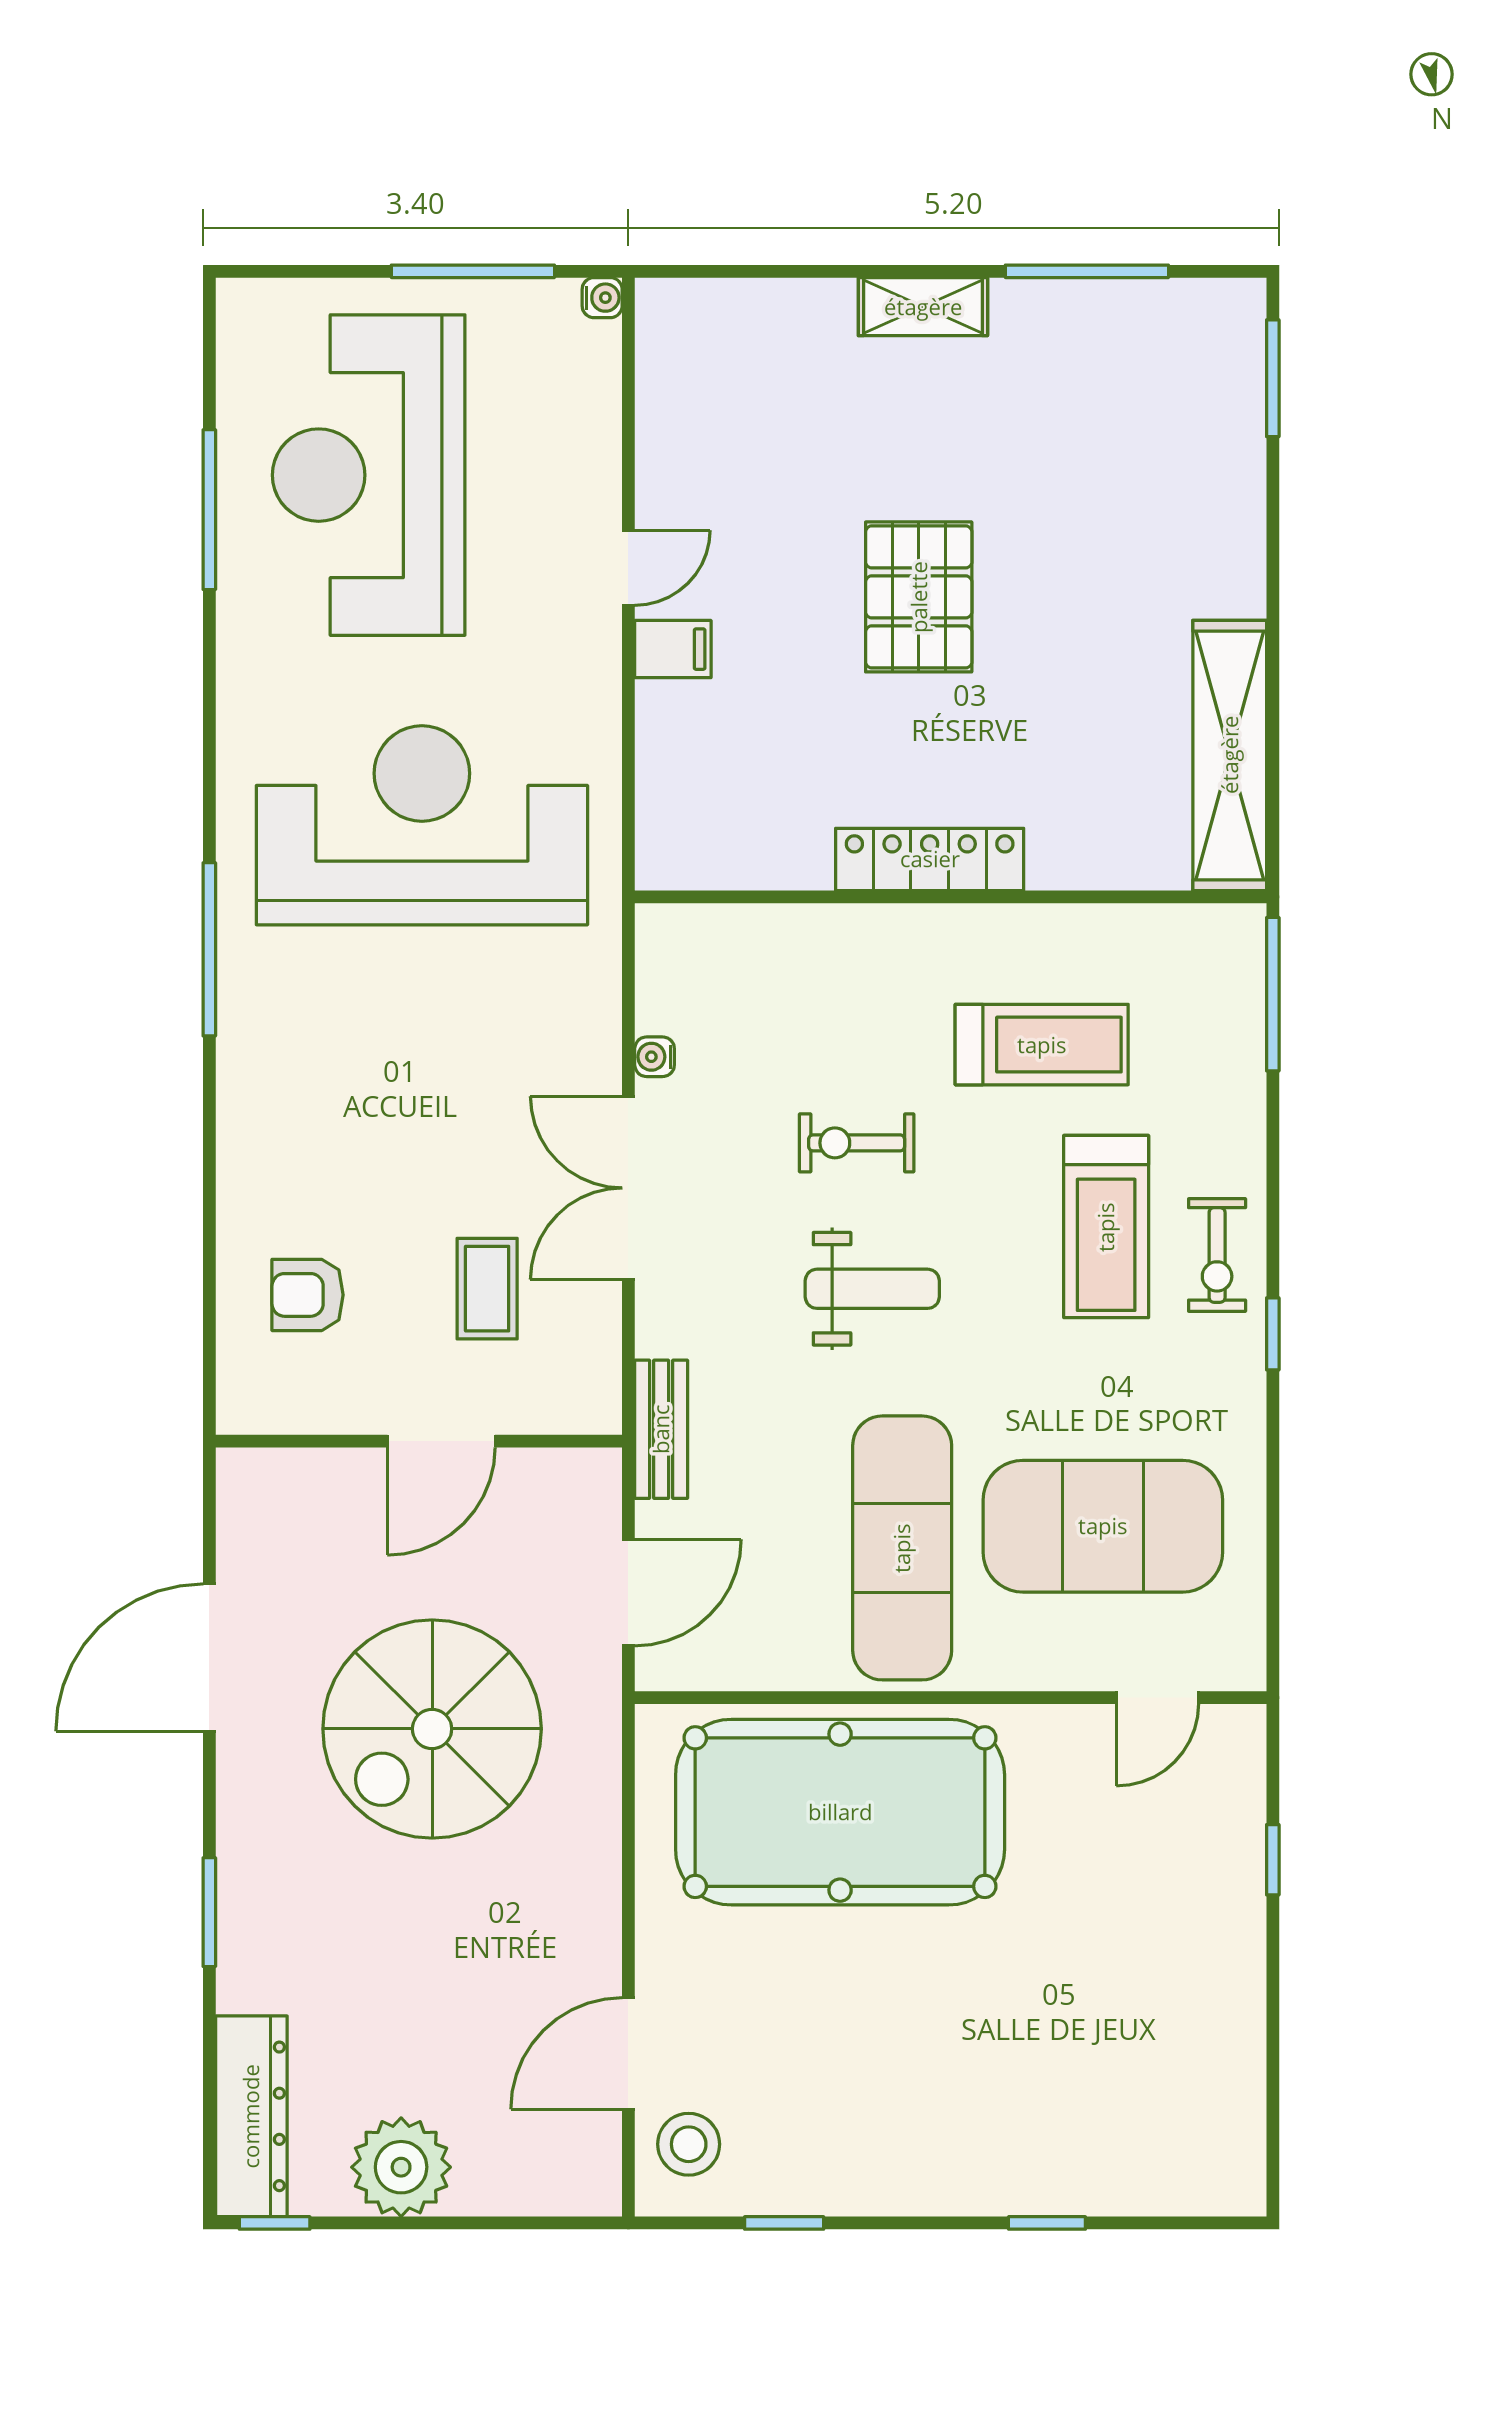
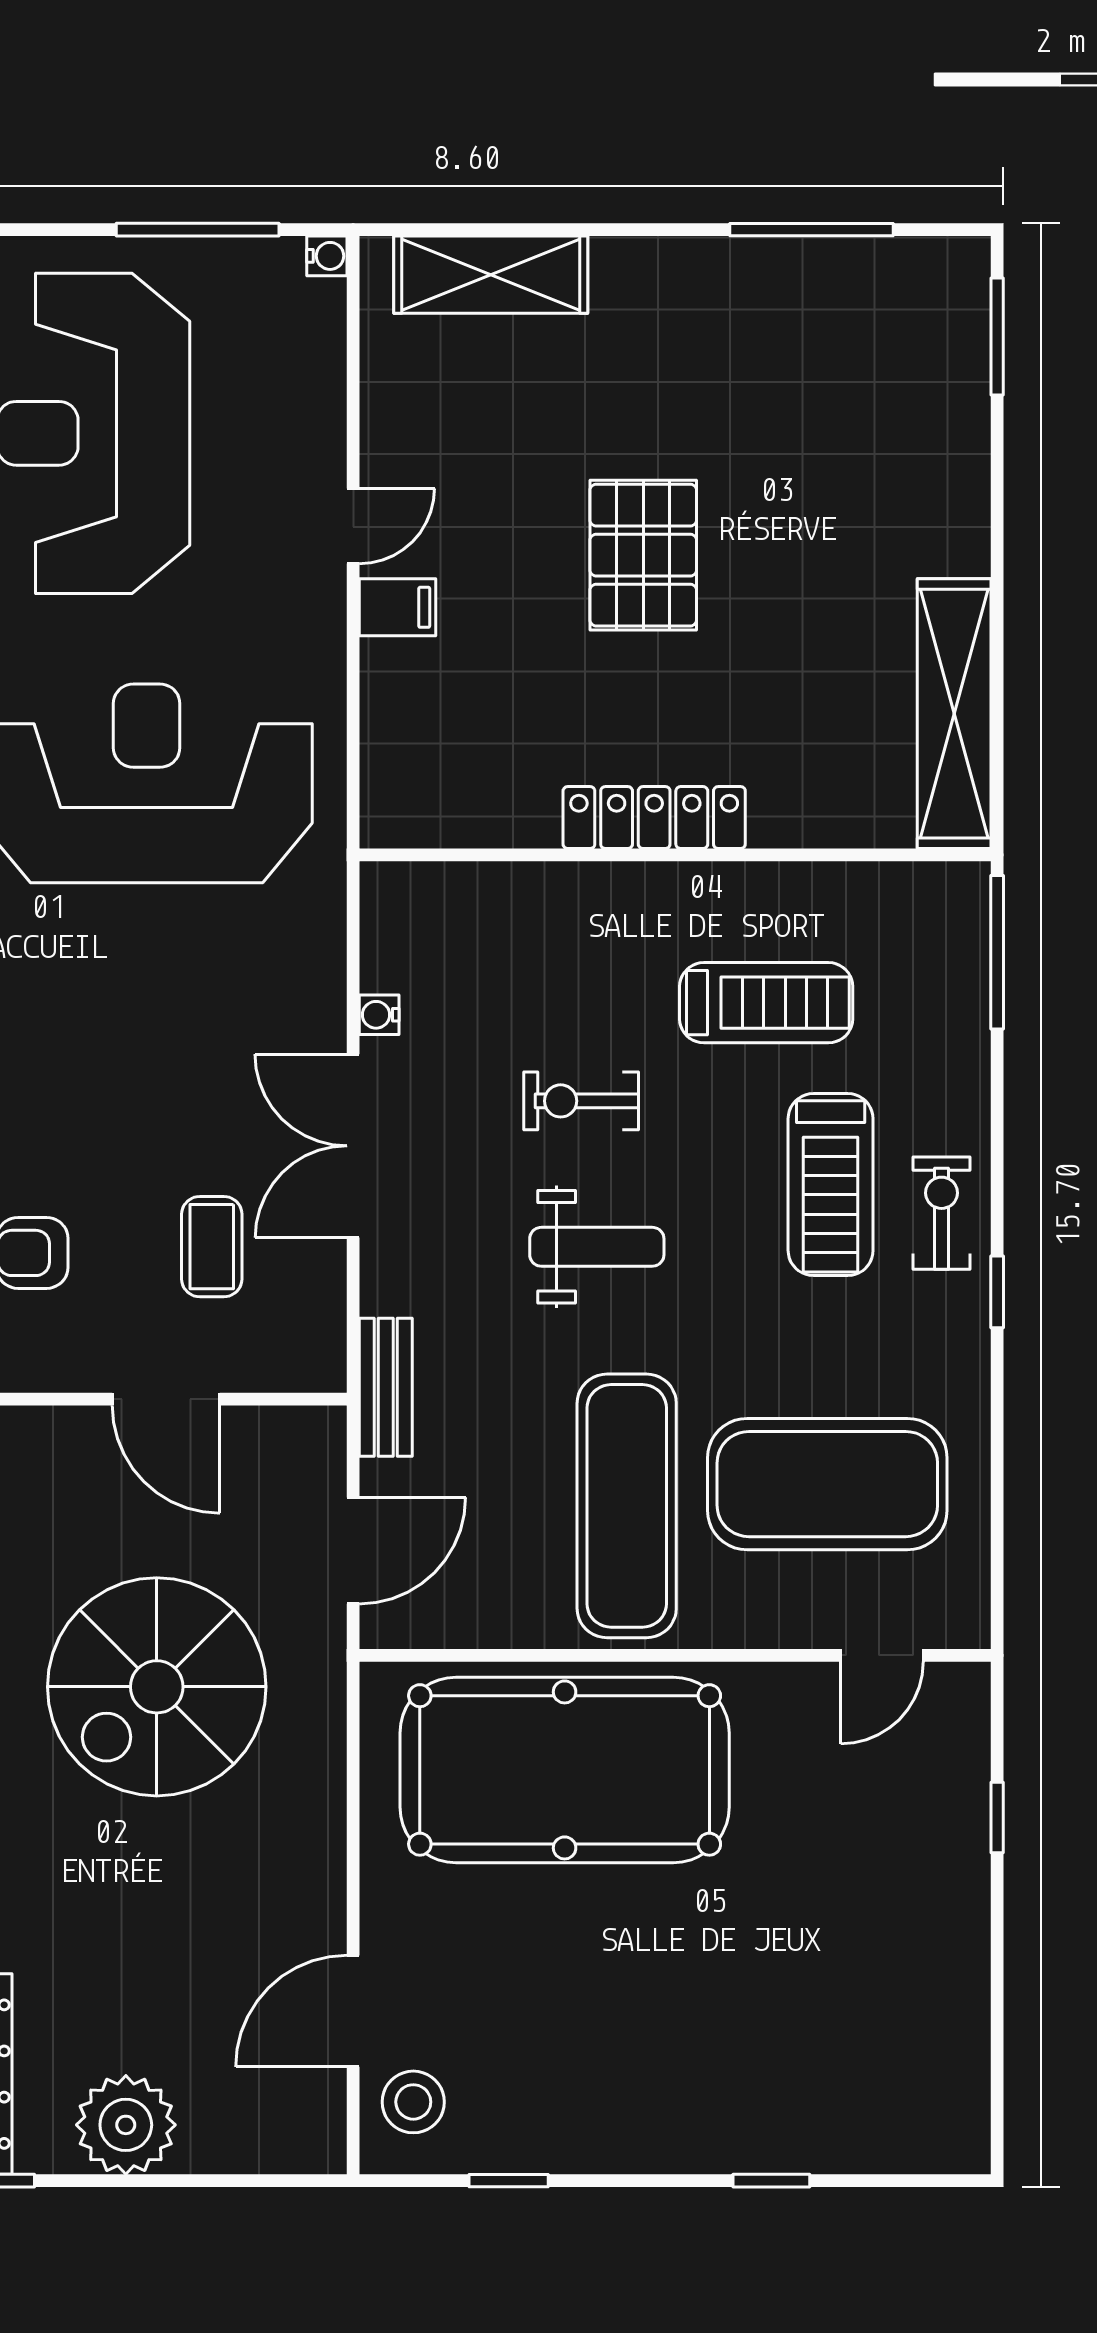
shelving: (923, 307) -> (491, 275), moved, width x1.50, depth x1.33
exercise bike: (1217, 1255) -> (942, 1213), turned 180
door: (441, 1441) -> (166, 1399), hinge flipped

